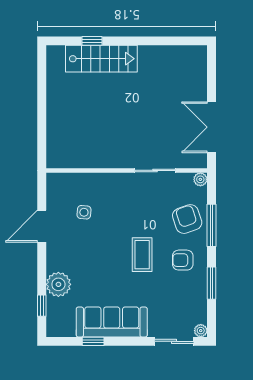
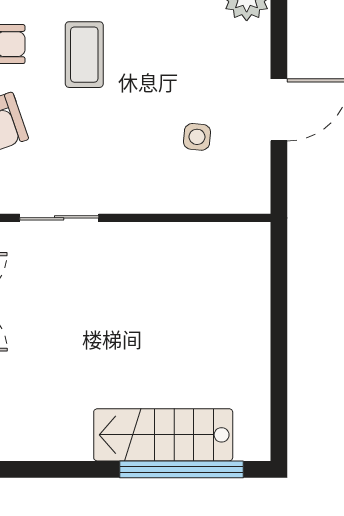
window: (92, 41) -> (182, 469), width x3.17

